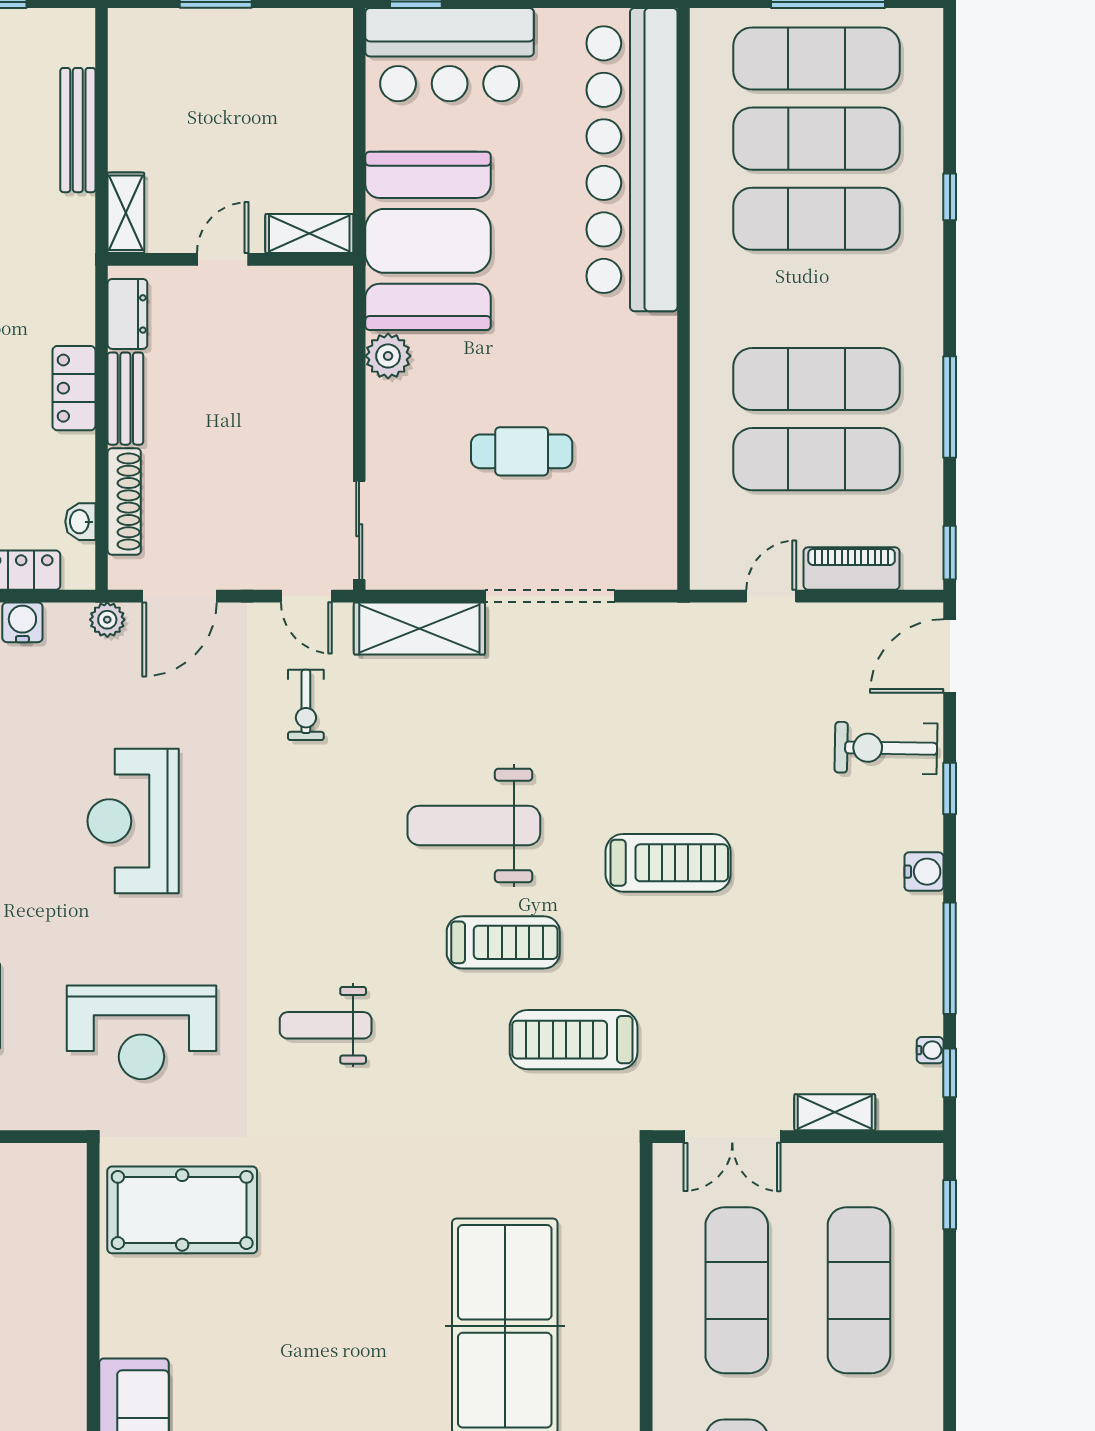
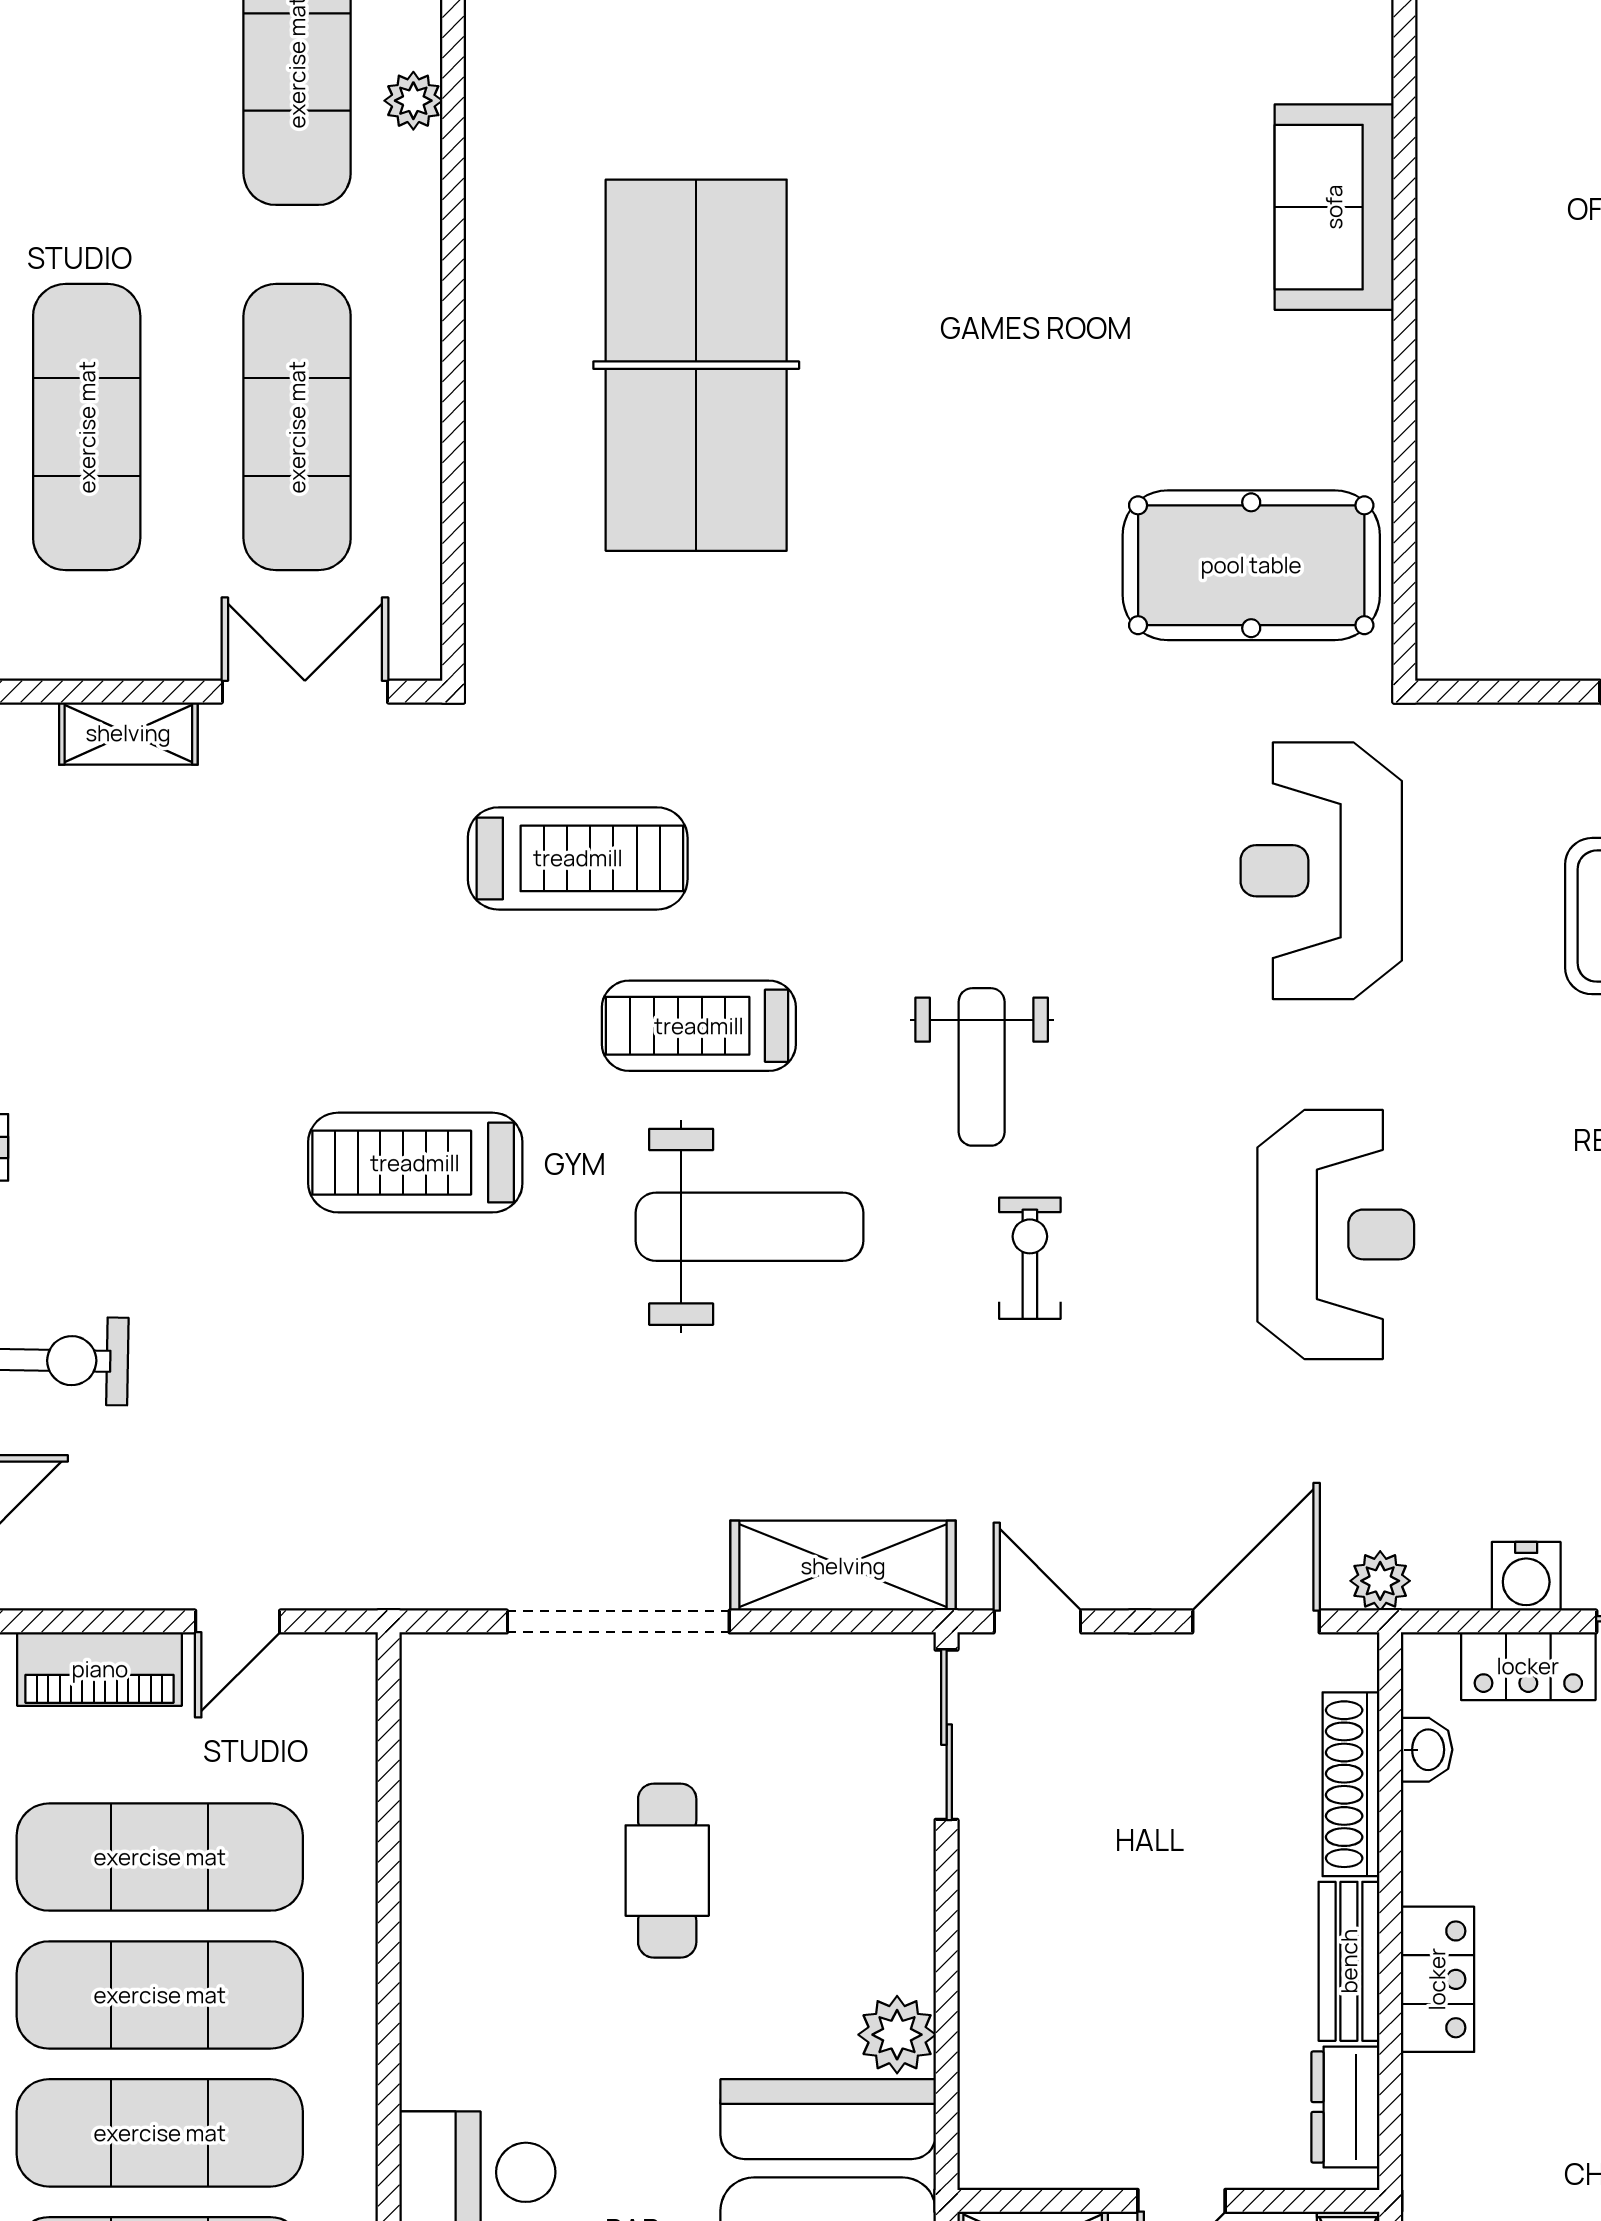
exercise mat: (817, 299) -> (160, 2133), added
cafe table: (522, 451) -> (667, 1871), turned 90
exercise bike: (306, 705) -> (1030, 1258), moved
weight bench: (326, 1025) -> (982, 1067), moved, turned 90
reception desk: (141, 1032) -> (1321, 871), turned -90

